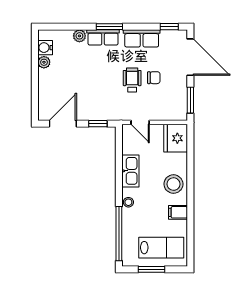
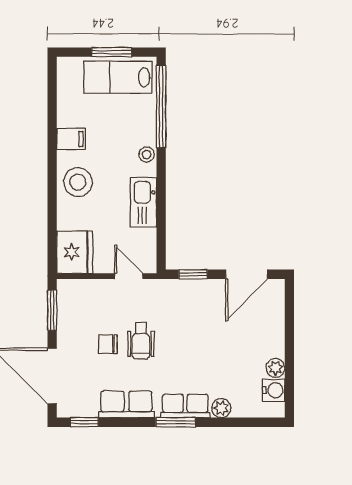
lab bench: (161, 248) -> (118, 77), moved

